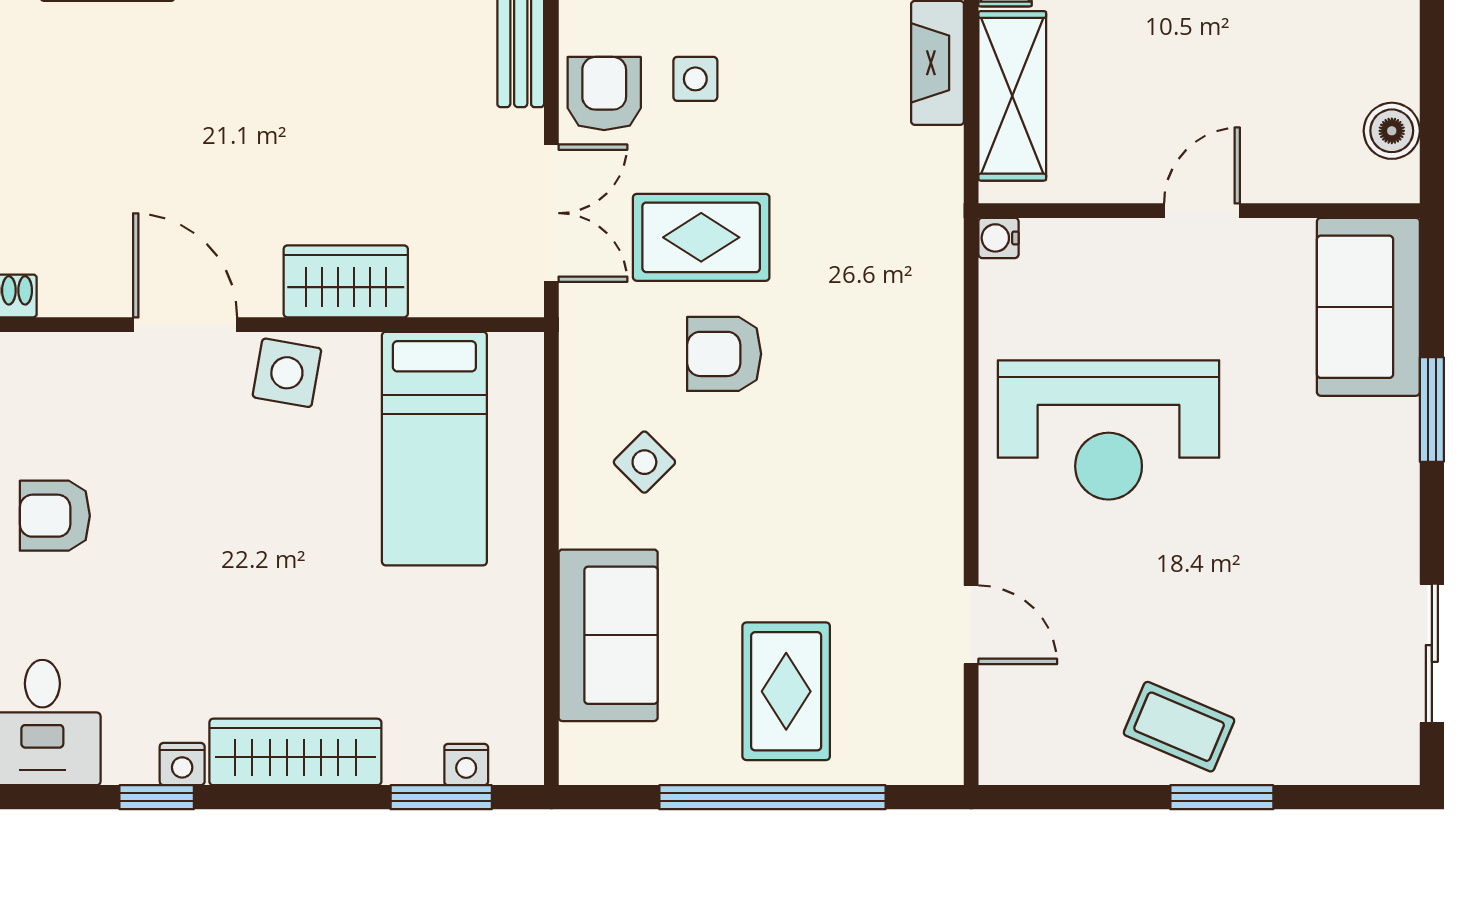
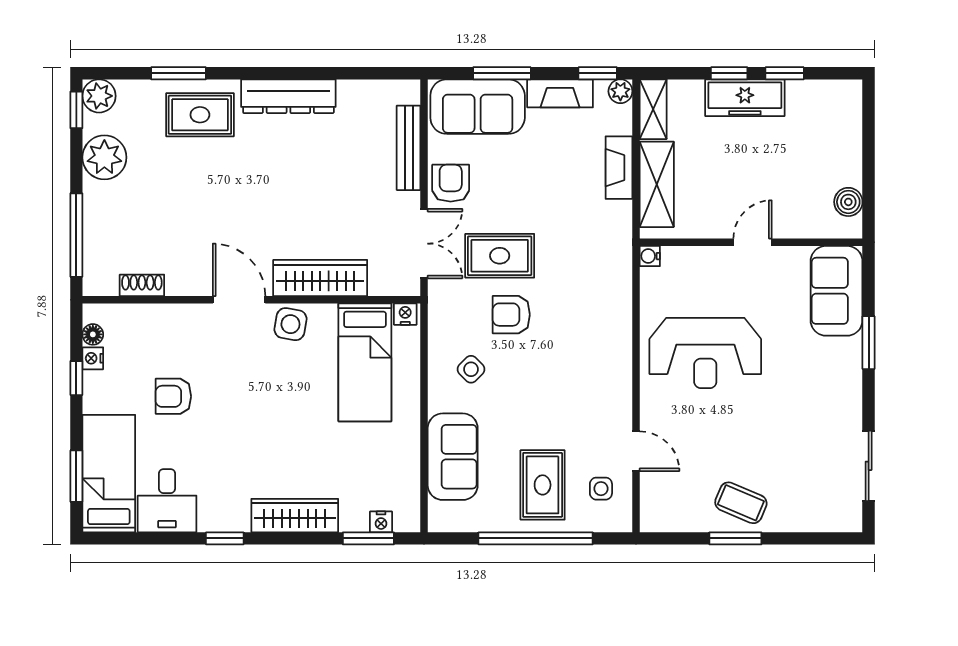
side table: (695, 79) -> (601, 489), moved
wardrobe: (346, 281) -> (320, 278), width x1.50
nightstand: (182, 764) -> (405, 314), moved, turned 180
window: (1222, 797) -> (735, 538), moved

